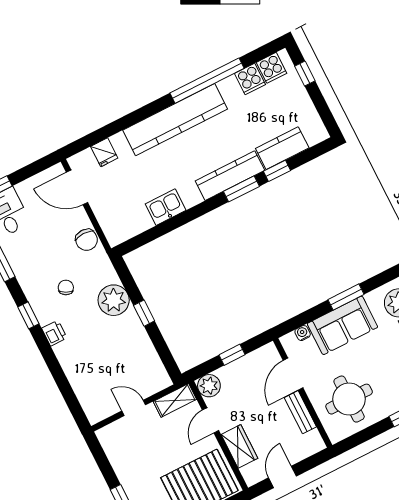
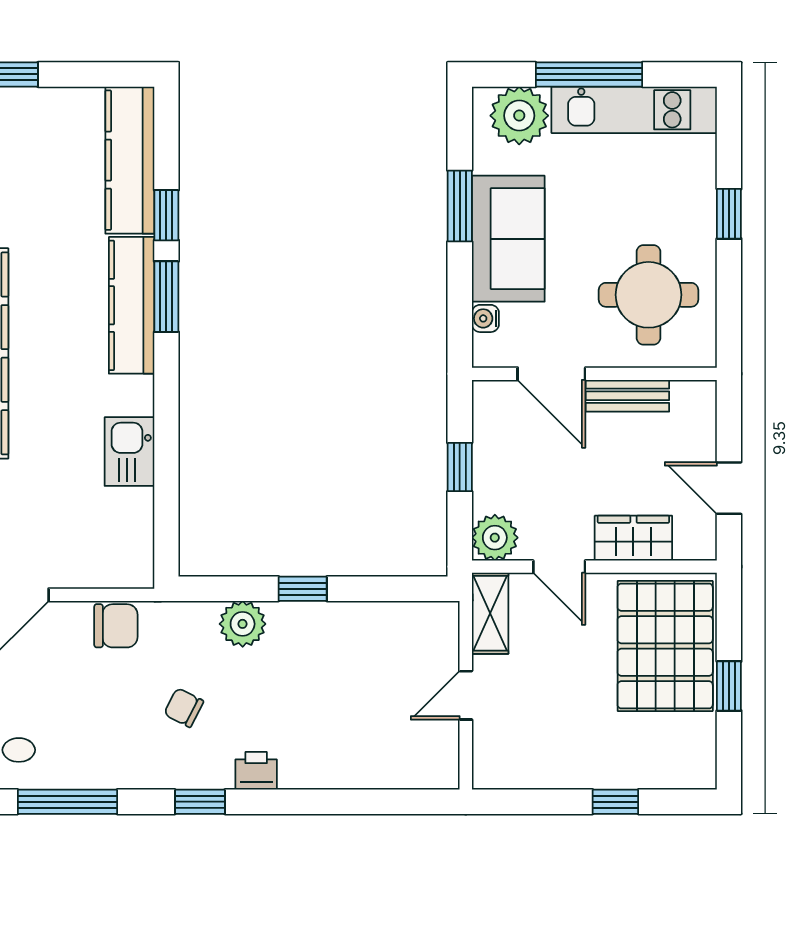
kitchen counter: (282, 148) -> (130, 160), width x1.50
plant: (114, 300) -> (243, 624), width x0.73, depth x0.73

